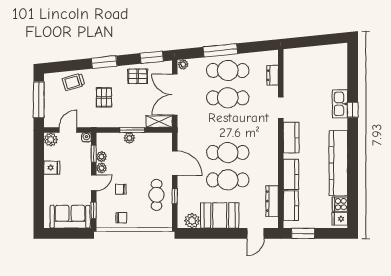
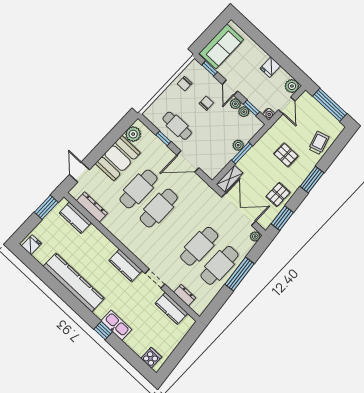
kitchen counter: (291, 174) -> (171, 308), moved
cooker: (340, 204) -> (151, 358), moved

